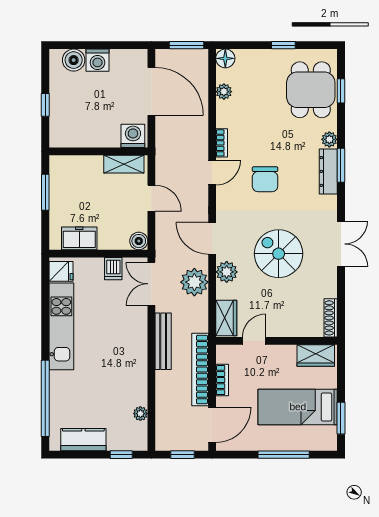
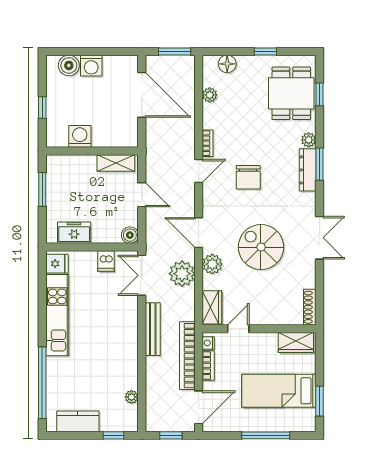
floor lamp: (225, 58) -> (227, 64), moved
washing machine: (133, 136) -> (80, 136), moved
nightstand: (222, 356) -> (208, 343), added

